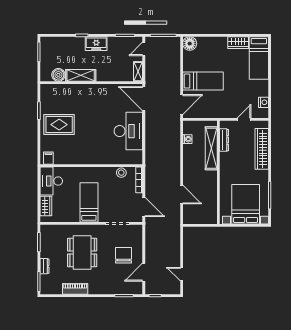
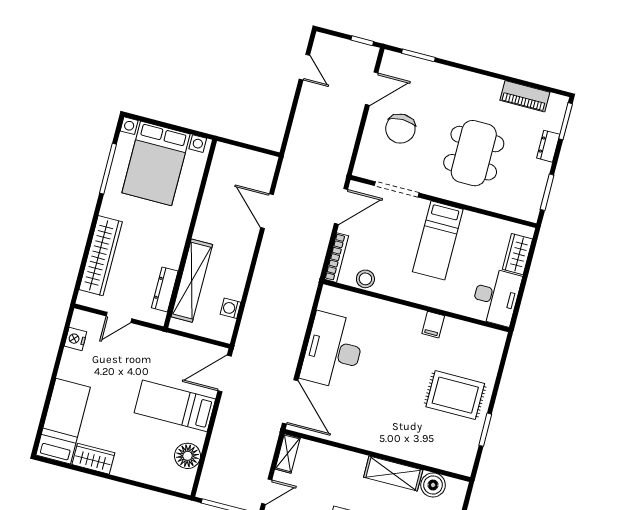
floor lamp: (190, 44) -> (188, 456), moved
filing cabinet: (48, 158) -> (433, 325), moved
door: (144, 207) -> (341, 206), swing flipped
piano: (75, 289) -> (525, 96), moved

